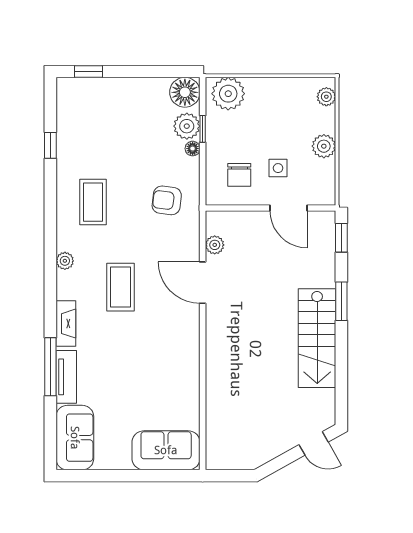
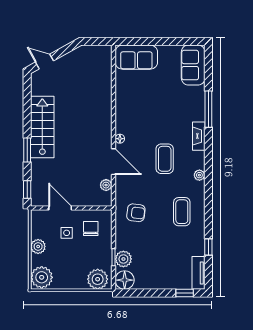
plant: (326, 97) -> (42, 277), width x1.88, depth x1.88
floor lamp: (193, 149) -> (120, 139), moved
tv unit: (66, 377) -> (199, 273), moved

